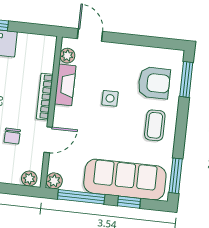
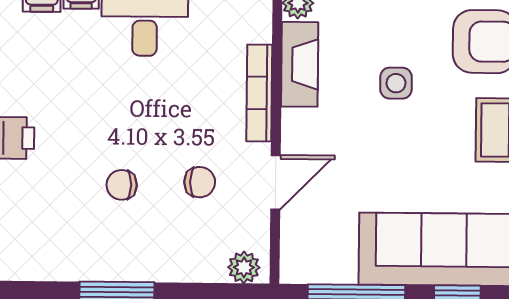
chair: (12, 136) -> (200, 182), turned -91
plant: (54, 181) -> (296, 267), removed

